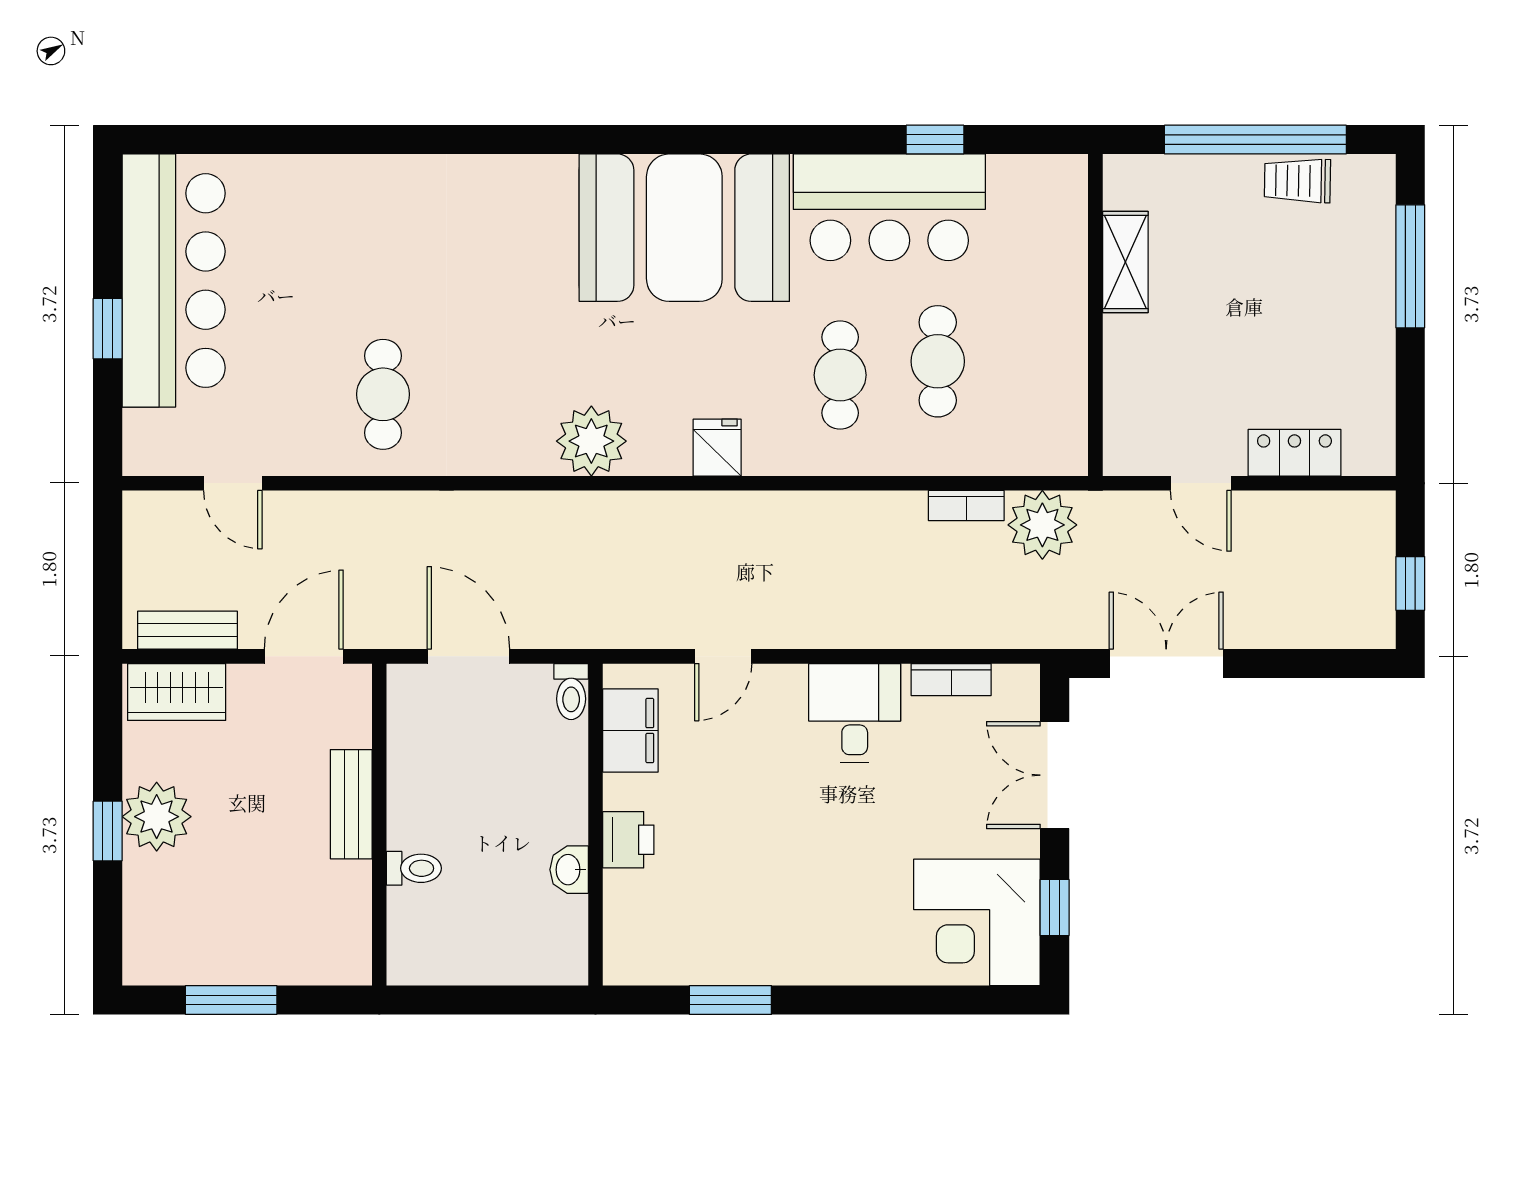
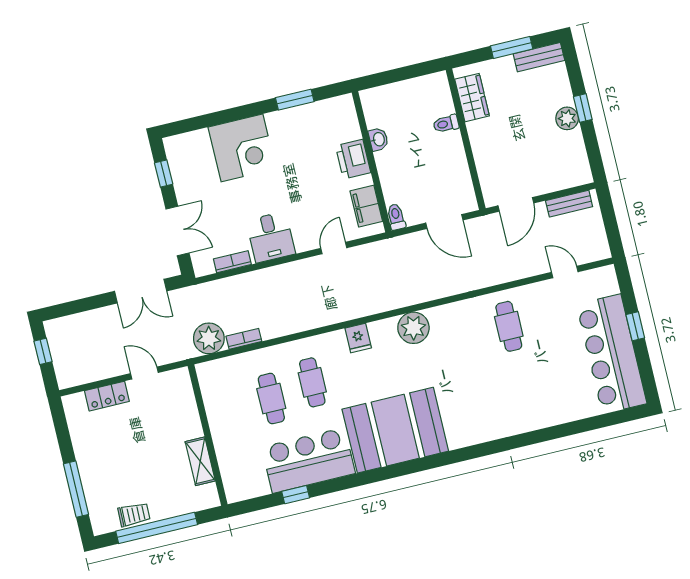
wardrobe: (177, 692) -> (472, 98), moved, turned 90
bench: (351, 804) -> (539, 57), moved, turned 90
plant: (157, 817) -> (567, 118), width x0.73, depth x0.73
printer: (628, 840) -> (353, 159), width x1.36, depth x1.24
corner desk: (977, 922) -> (242, 148), moved, turned 90

